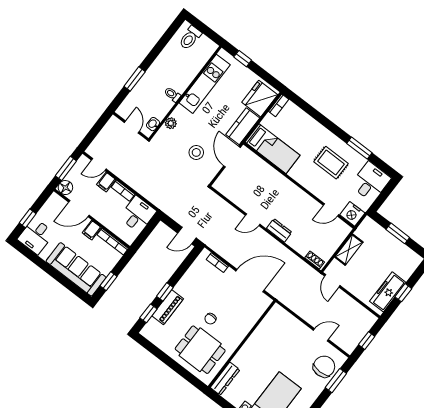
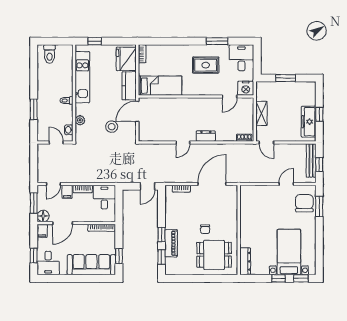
door: (232, 157) -> (137, 111), hinge flipped
filing cabinet: (92, 230) -> (42, 231), moved
bench: (362, 331) -> (311, 160), added

